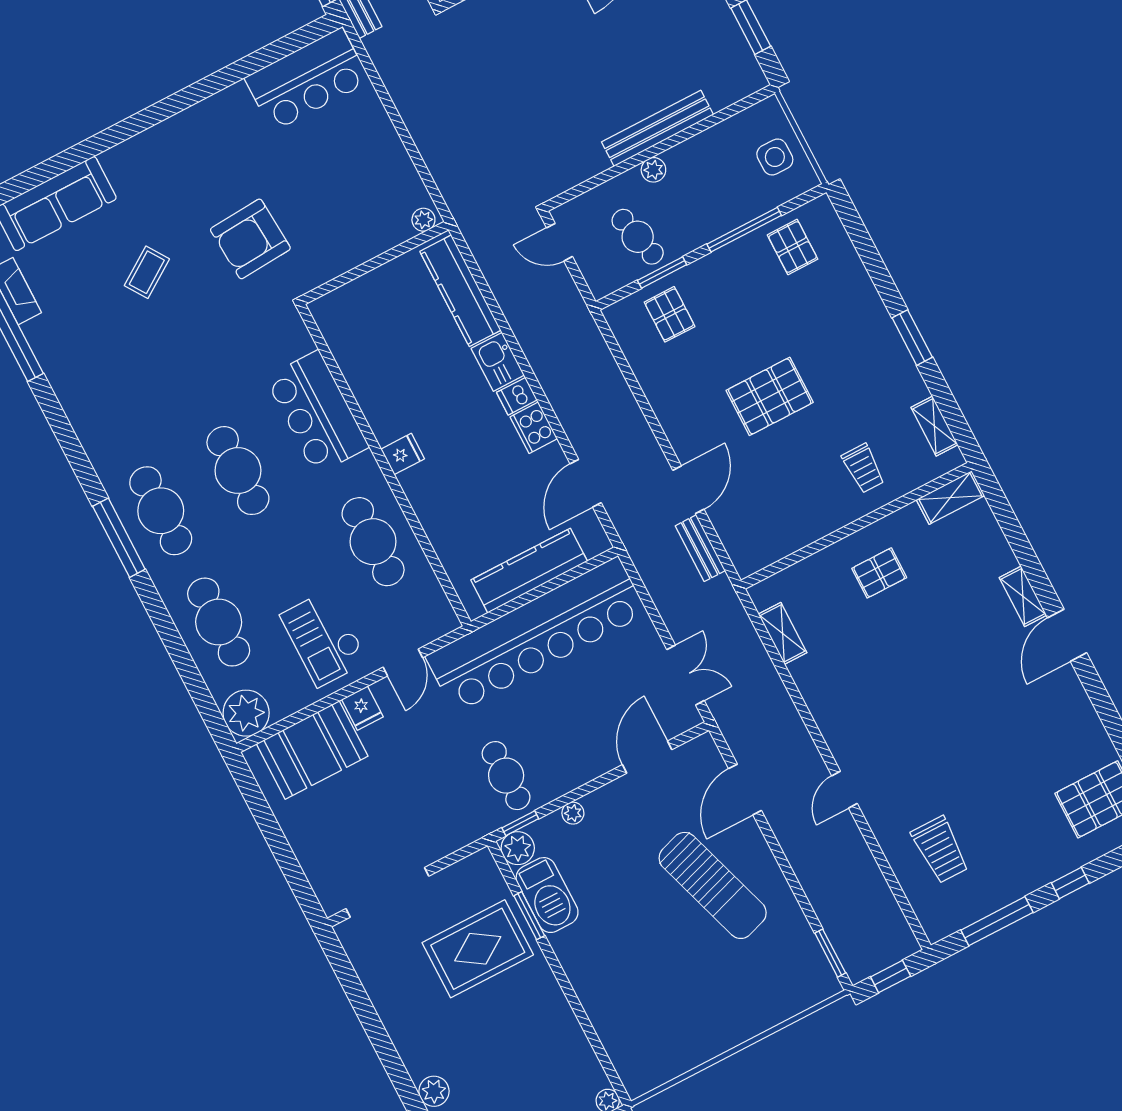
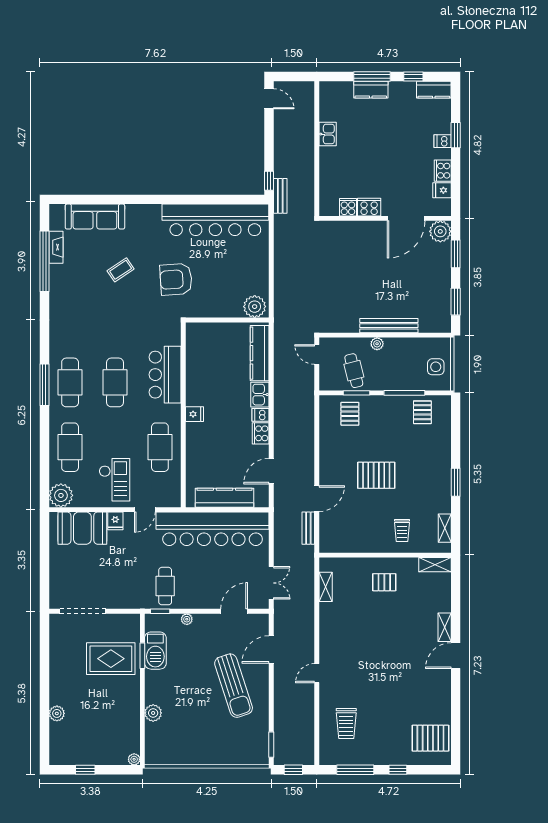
bar counter: (307, 80) -> (215, 220), width x1.86
plant: (423, 220) -> (255, 307), width x1.88, depth x1.88
checkout: (324, 638) -> (114, 480), turned 180
plant: (518, 848) -> (153, 713), moved

